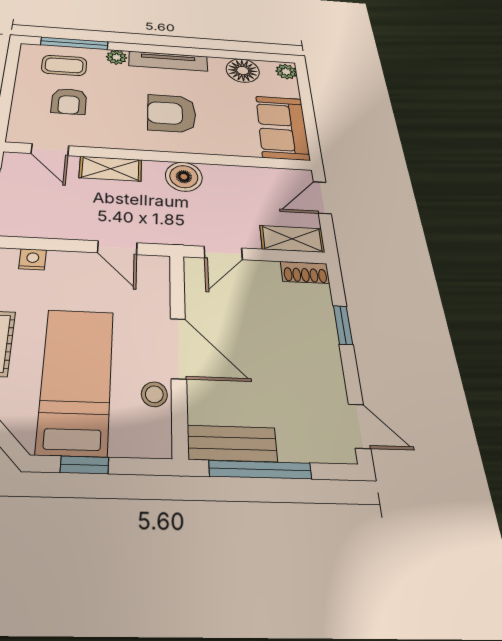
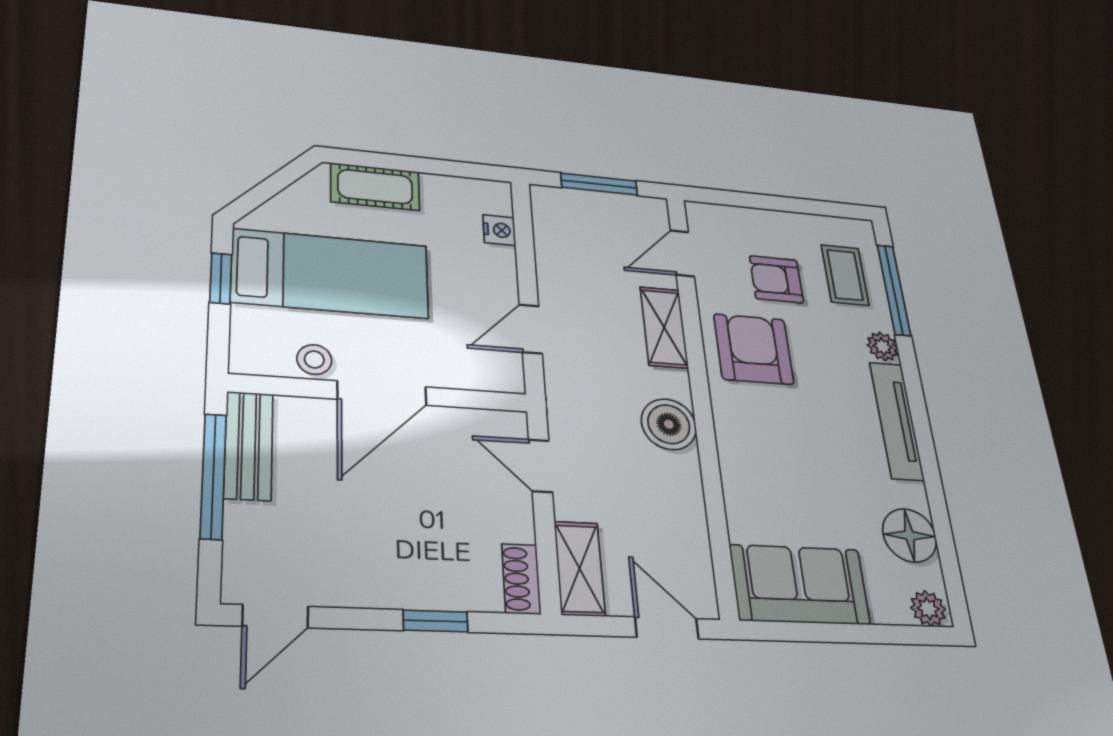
armchair: (172, 113) -> (754, 349), moved

